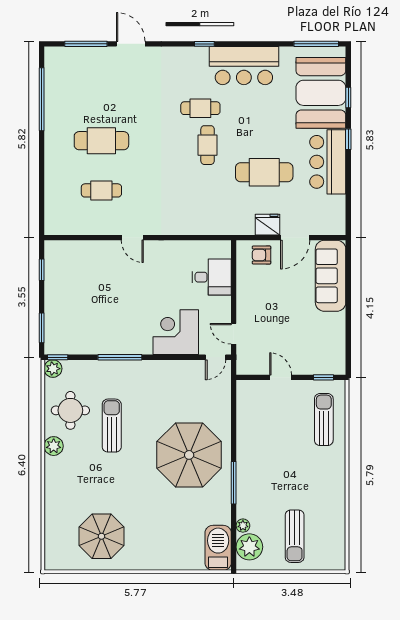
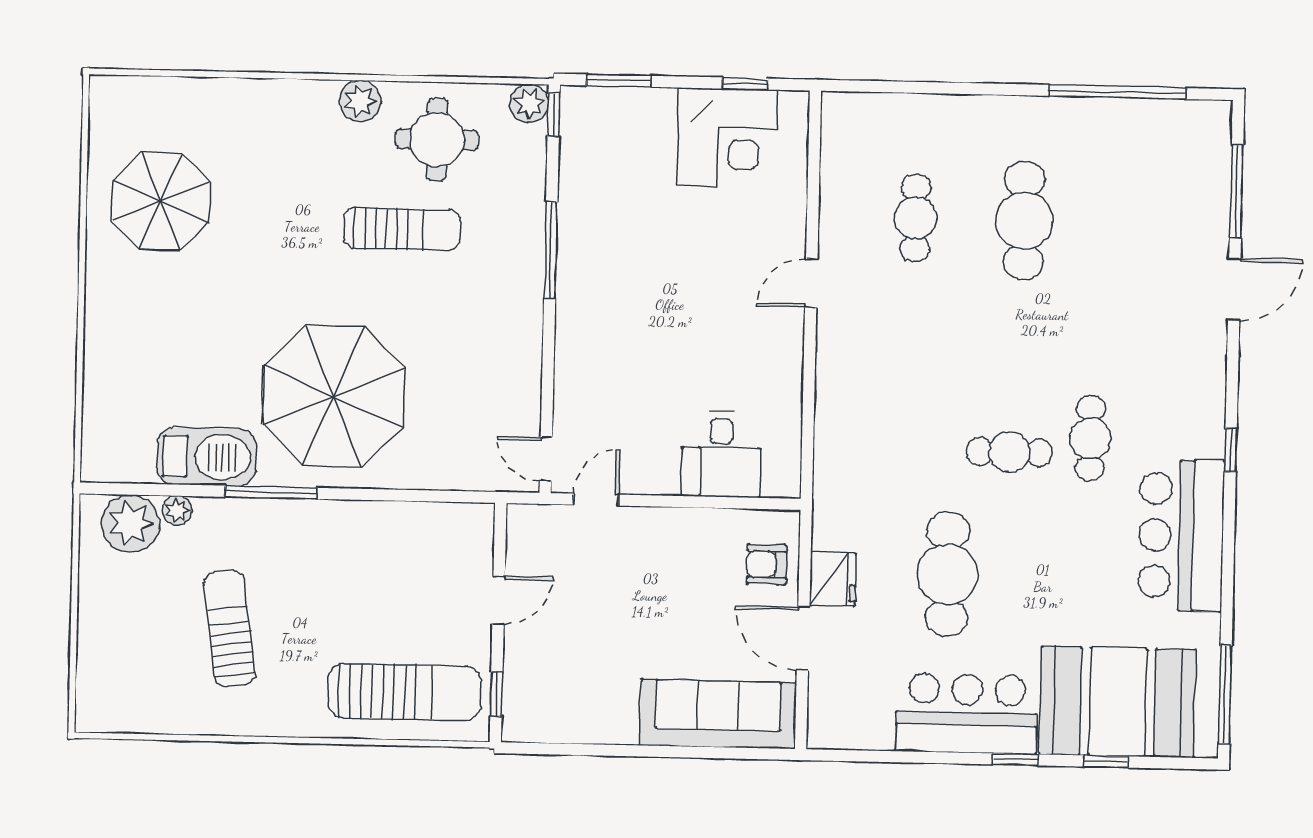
armchair: (261, 255) -> (767, 564), turned -90
corner desk: (176, 332) -> (727, 138), moved, turned 90
sun lounger: (324, 420) -> (405, 692), width x1.36, depth x1.34
sun lounger: (295, 536) -> (230, 628), moved, turned 82
barbecue: (218, 548) -> (207, 457), moved

